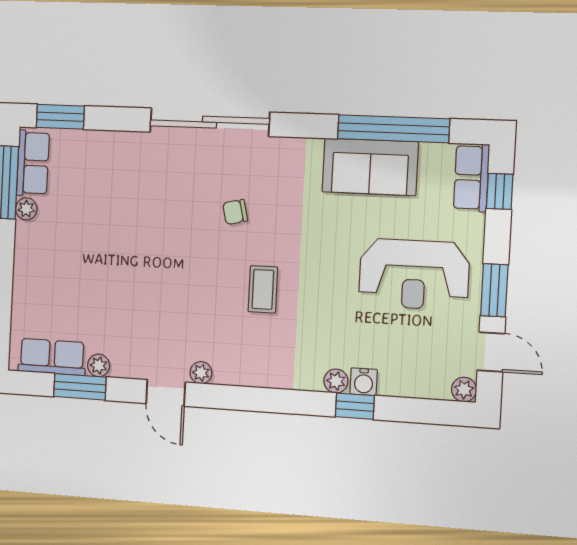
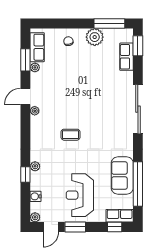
row of seats: (33, 163) -> (127, 57), moved, turned 90
plant: (26, 209) -> (95, 37), width x1.88, depth x1.88
chair: (235, 212) -> (68, 41), moved
water cooler: (364, 382) -> (36, 196), moved

